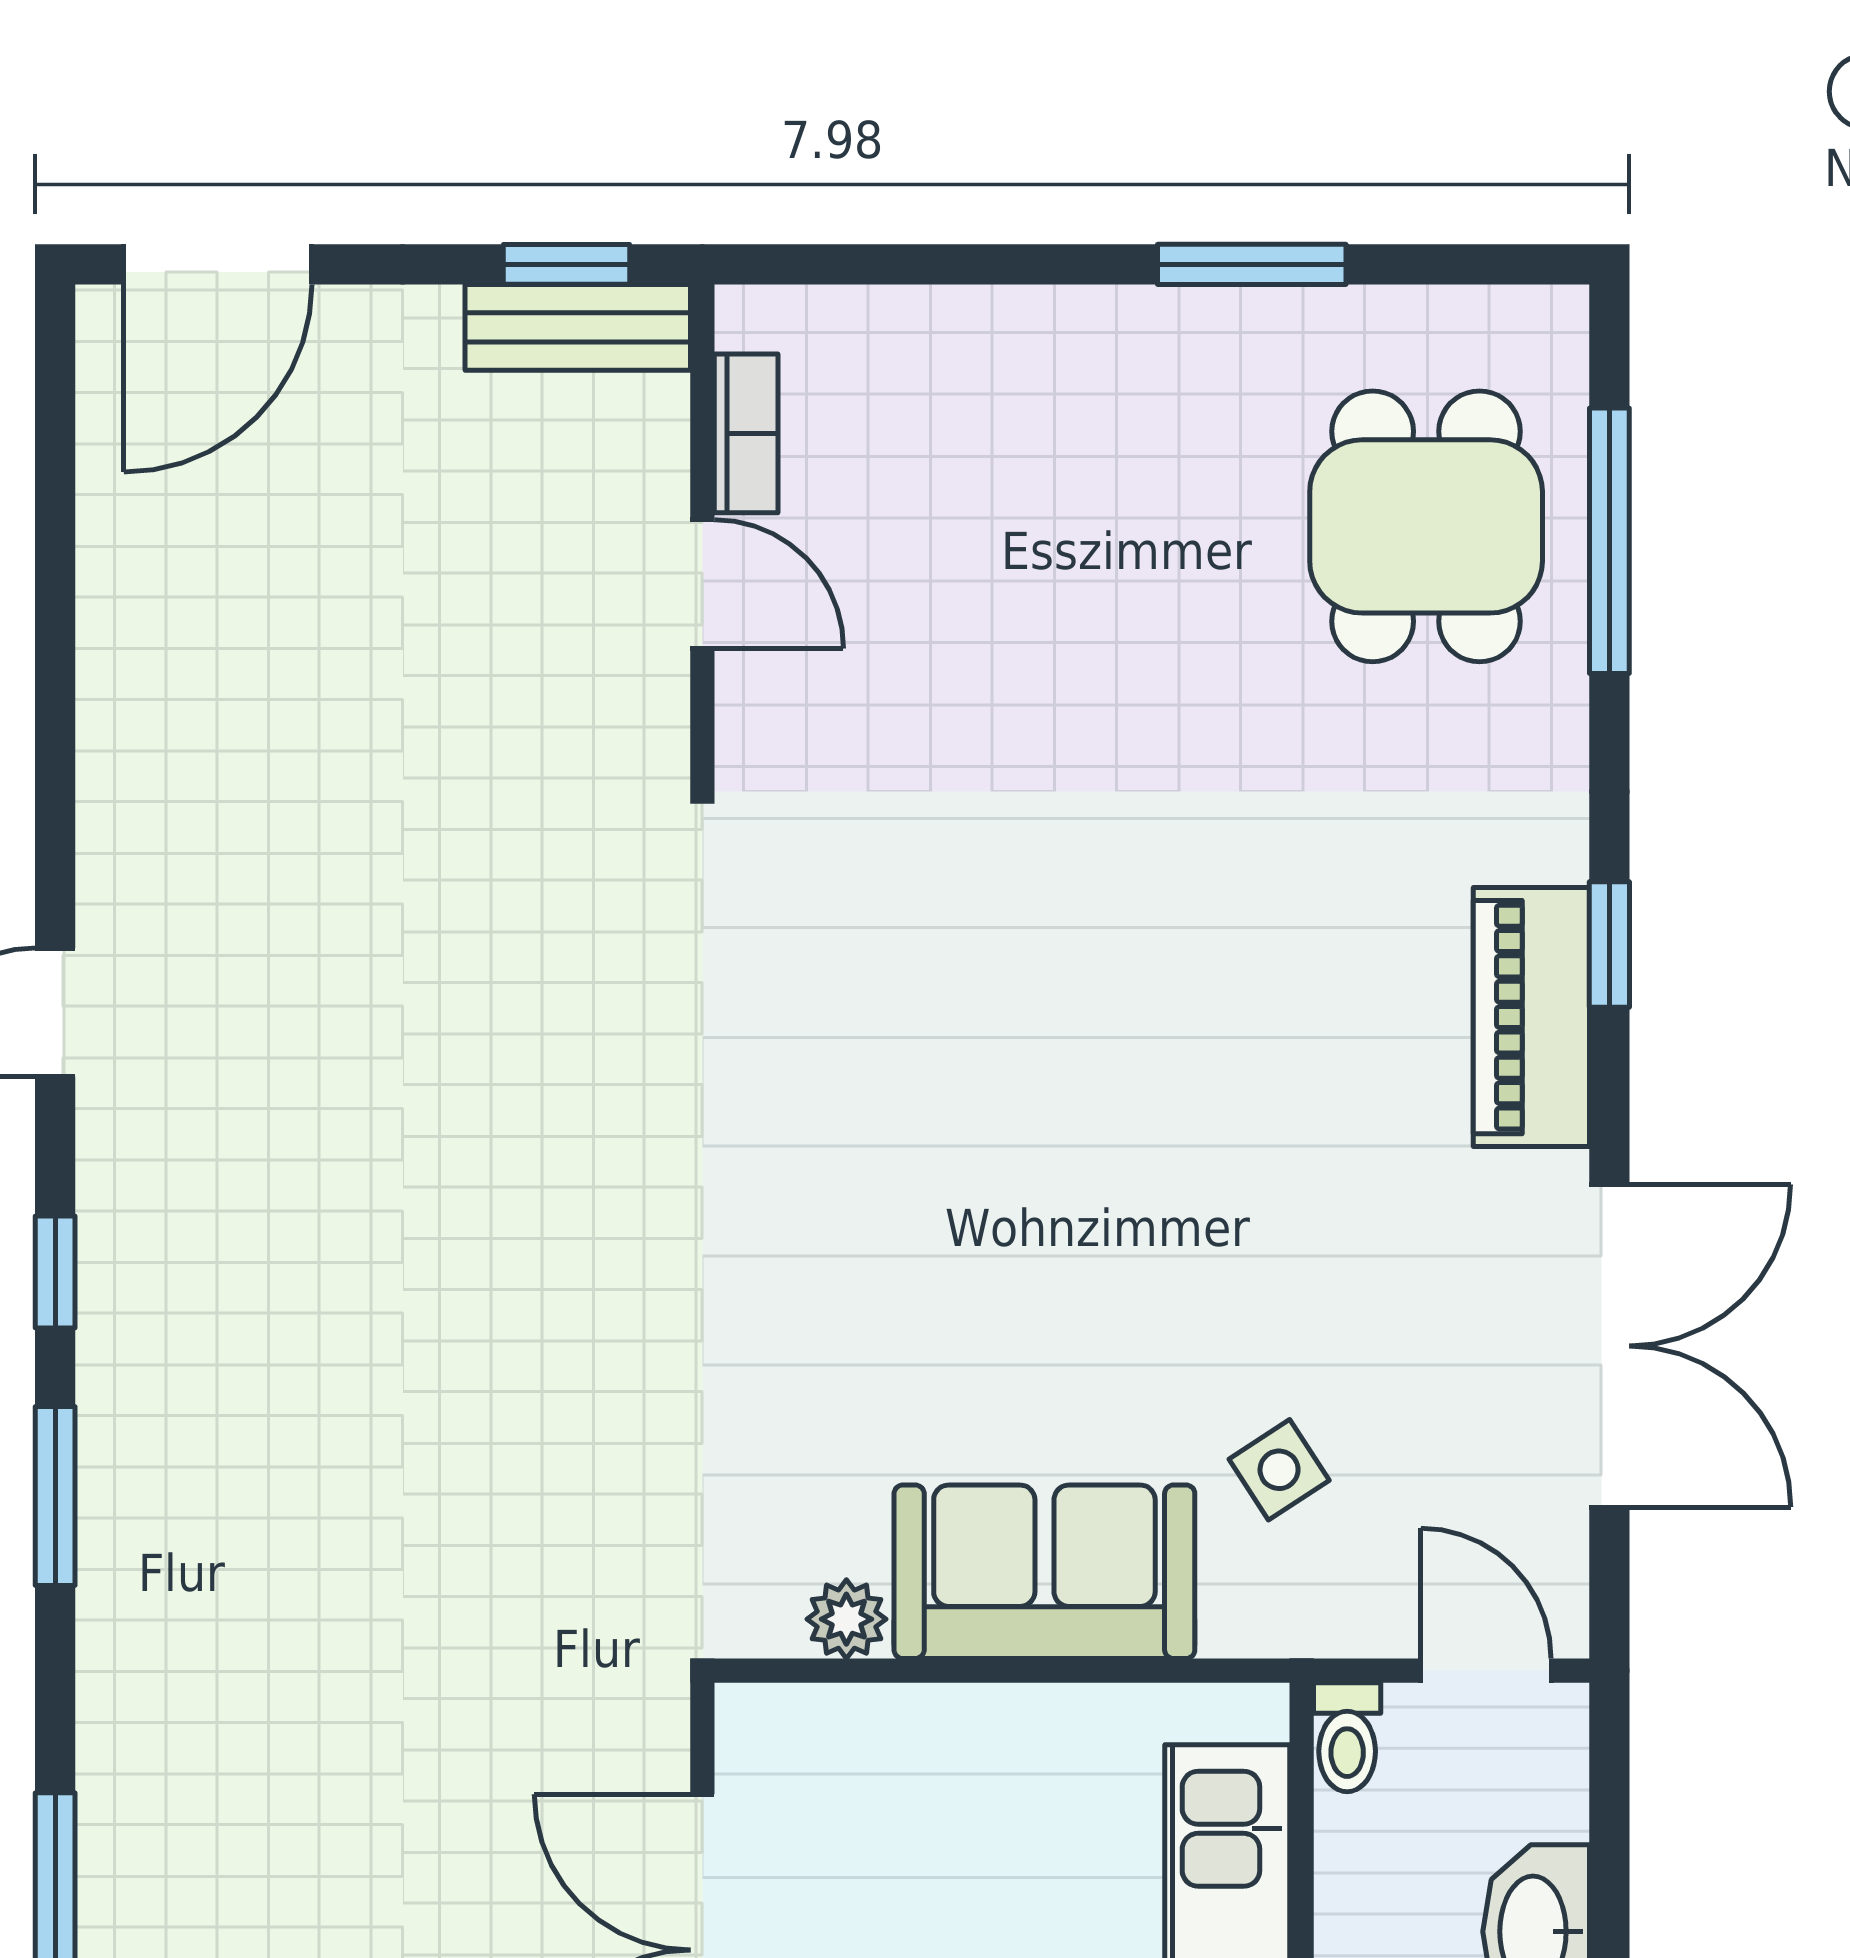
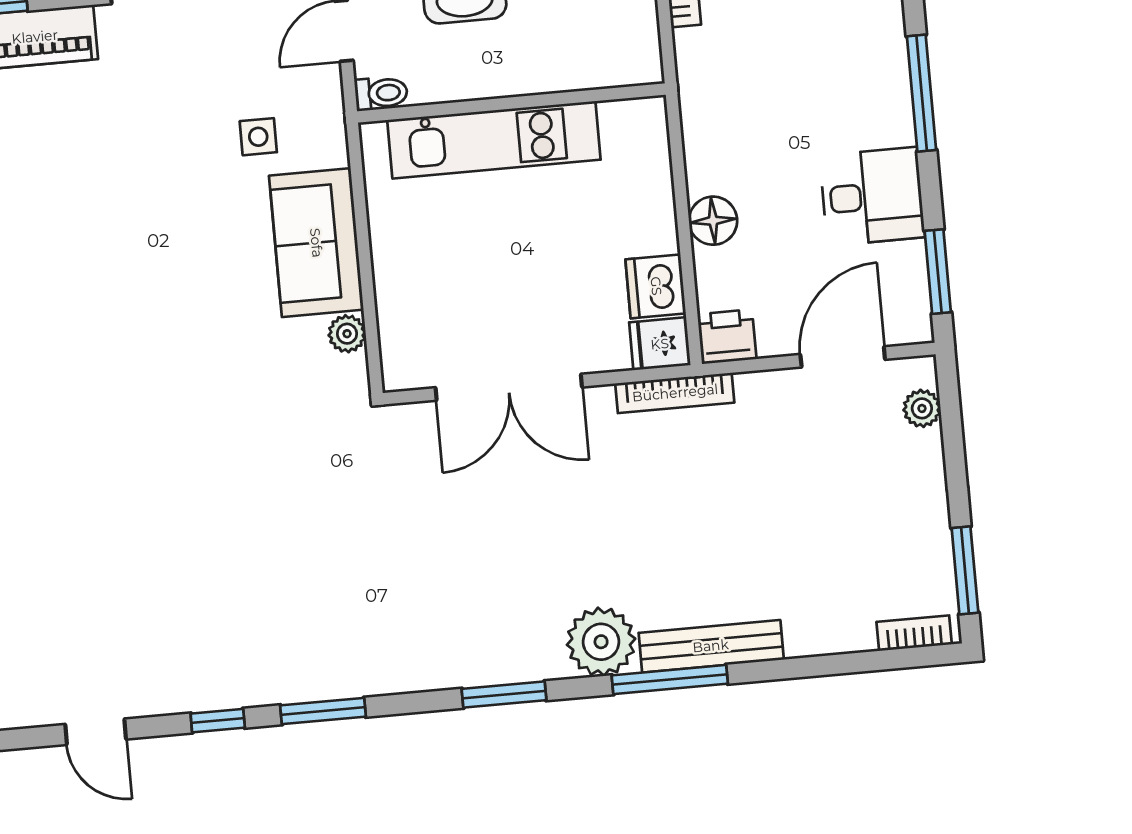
side table: (1279, 1470) -> (258, 137), turned 33

